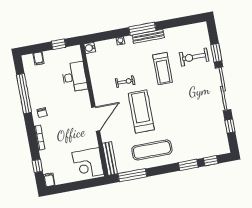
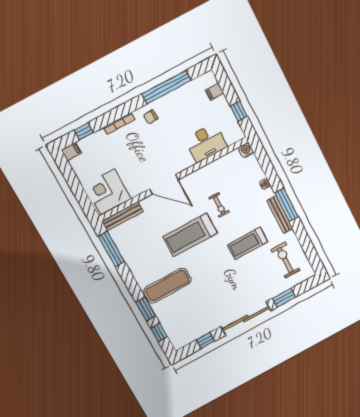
exercise bike: (194, 57) -> (285, 260), moved
treadmill: (141, 111) -> (190, 235), turned 180
exercise mat: (152, 150) -> (167, 286), moved, turned 90

